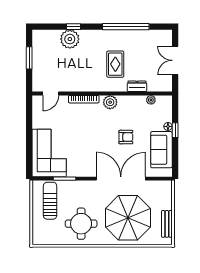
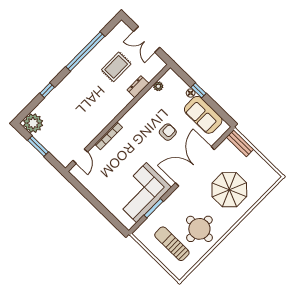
plant: (70, 39) -> (33, 123), moved
rug: (115, 64) -> (116, 67), moved, turned 90
plant: (110, 102) -> (130, 118), removed
corner sofa: (49, 153) -> (141, 193), moved, turned -90
sun lounger: (50, 201) -> (172, 244), moved
parasol: (128, 218) -> (229, 190), width x0.73, depth x0.73
bench: (167, 224) -> (240, 143), moved

